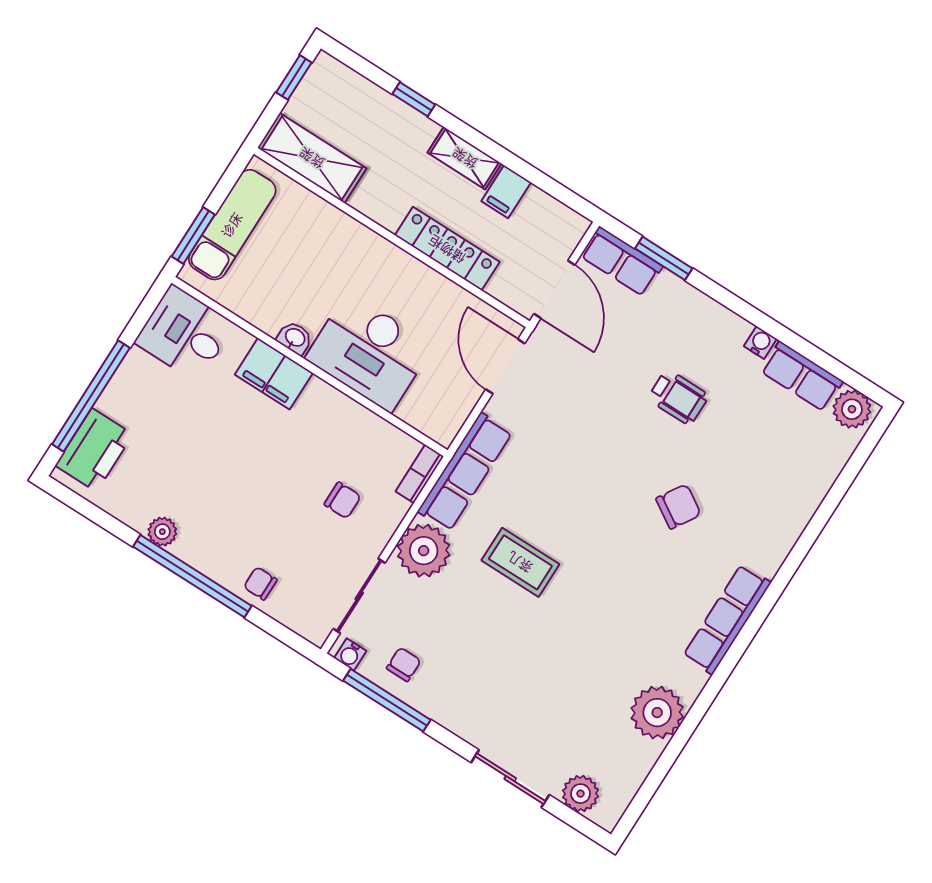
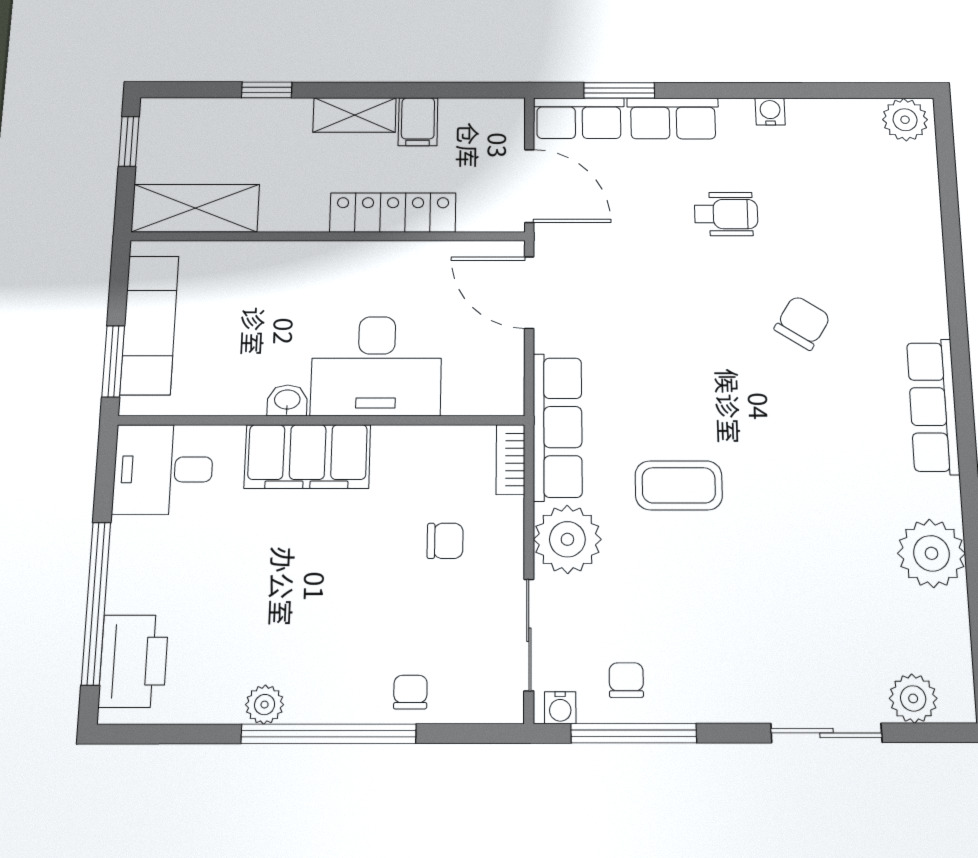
filing cabinet: (274, 374) -> (307, 457), width x1.50, depth x1.17
row of seats: (802, 376) -> (673, 119), moved
chair: (260, 583) -> (410, 692), turned 90

